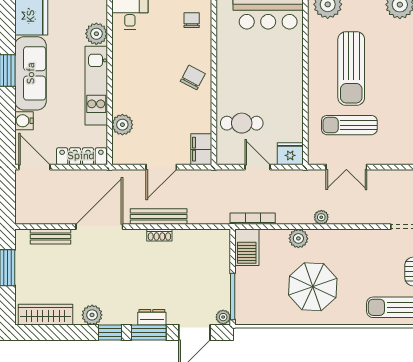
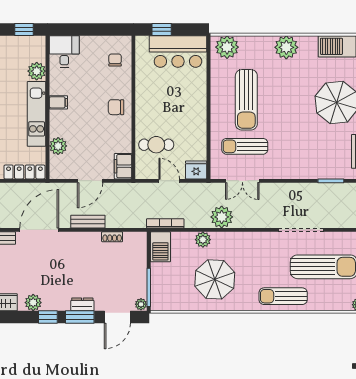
filing cabinet: (123, 72) -> (58, 102), added
chair: (193, 77) -> (116, 107), turned -118
bench: (159, 216) -> (88, 222), width x0.73
plant: (321, 217) -> (222, 217), width x1.88, depth x1.88
shoe rack: (159, 235) -> (112, 237), moved

